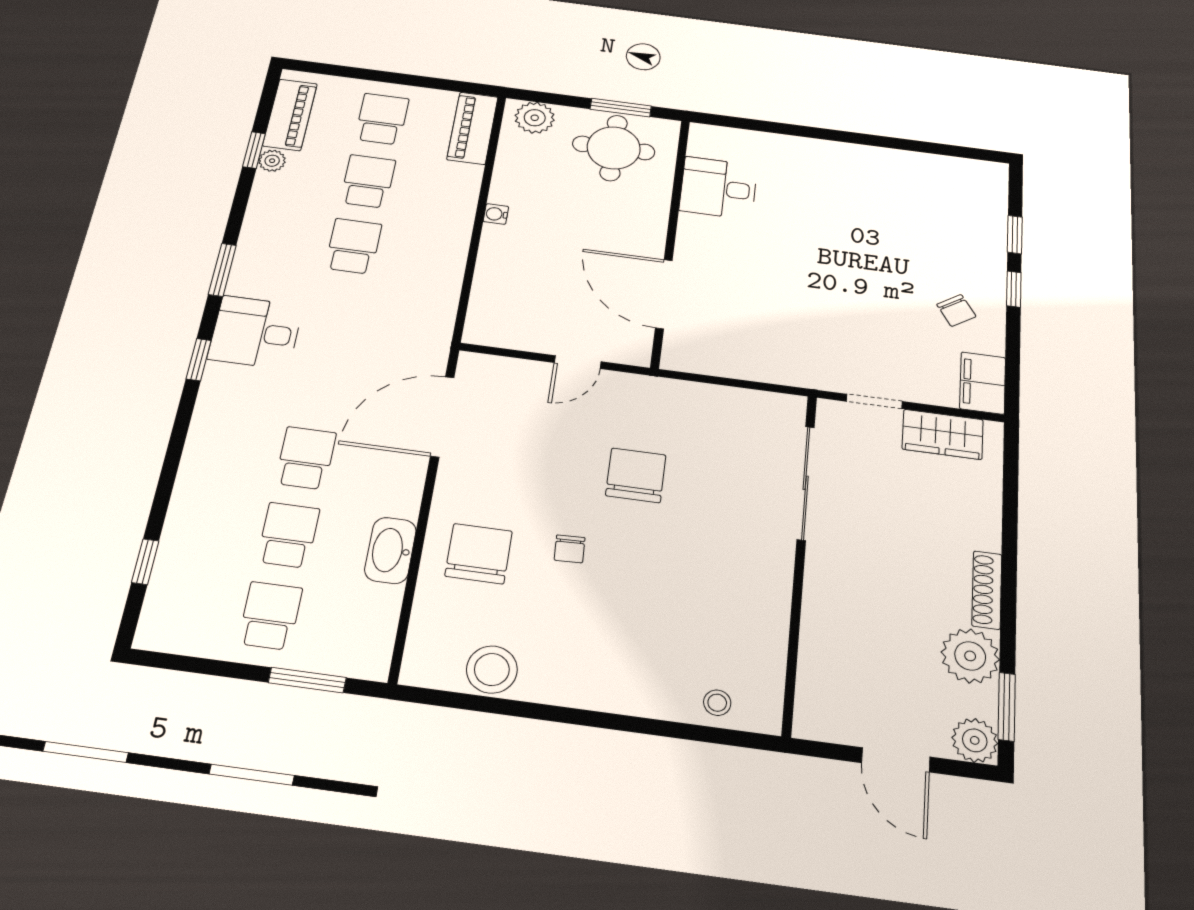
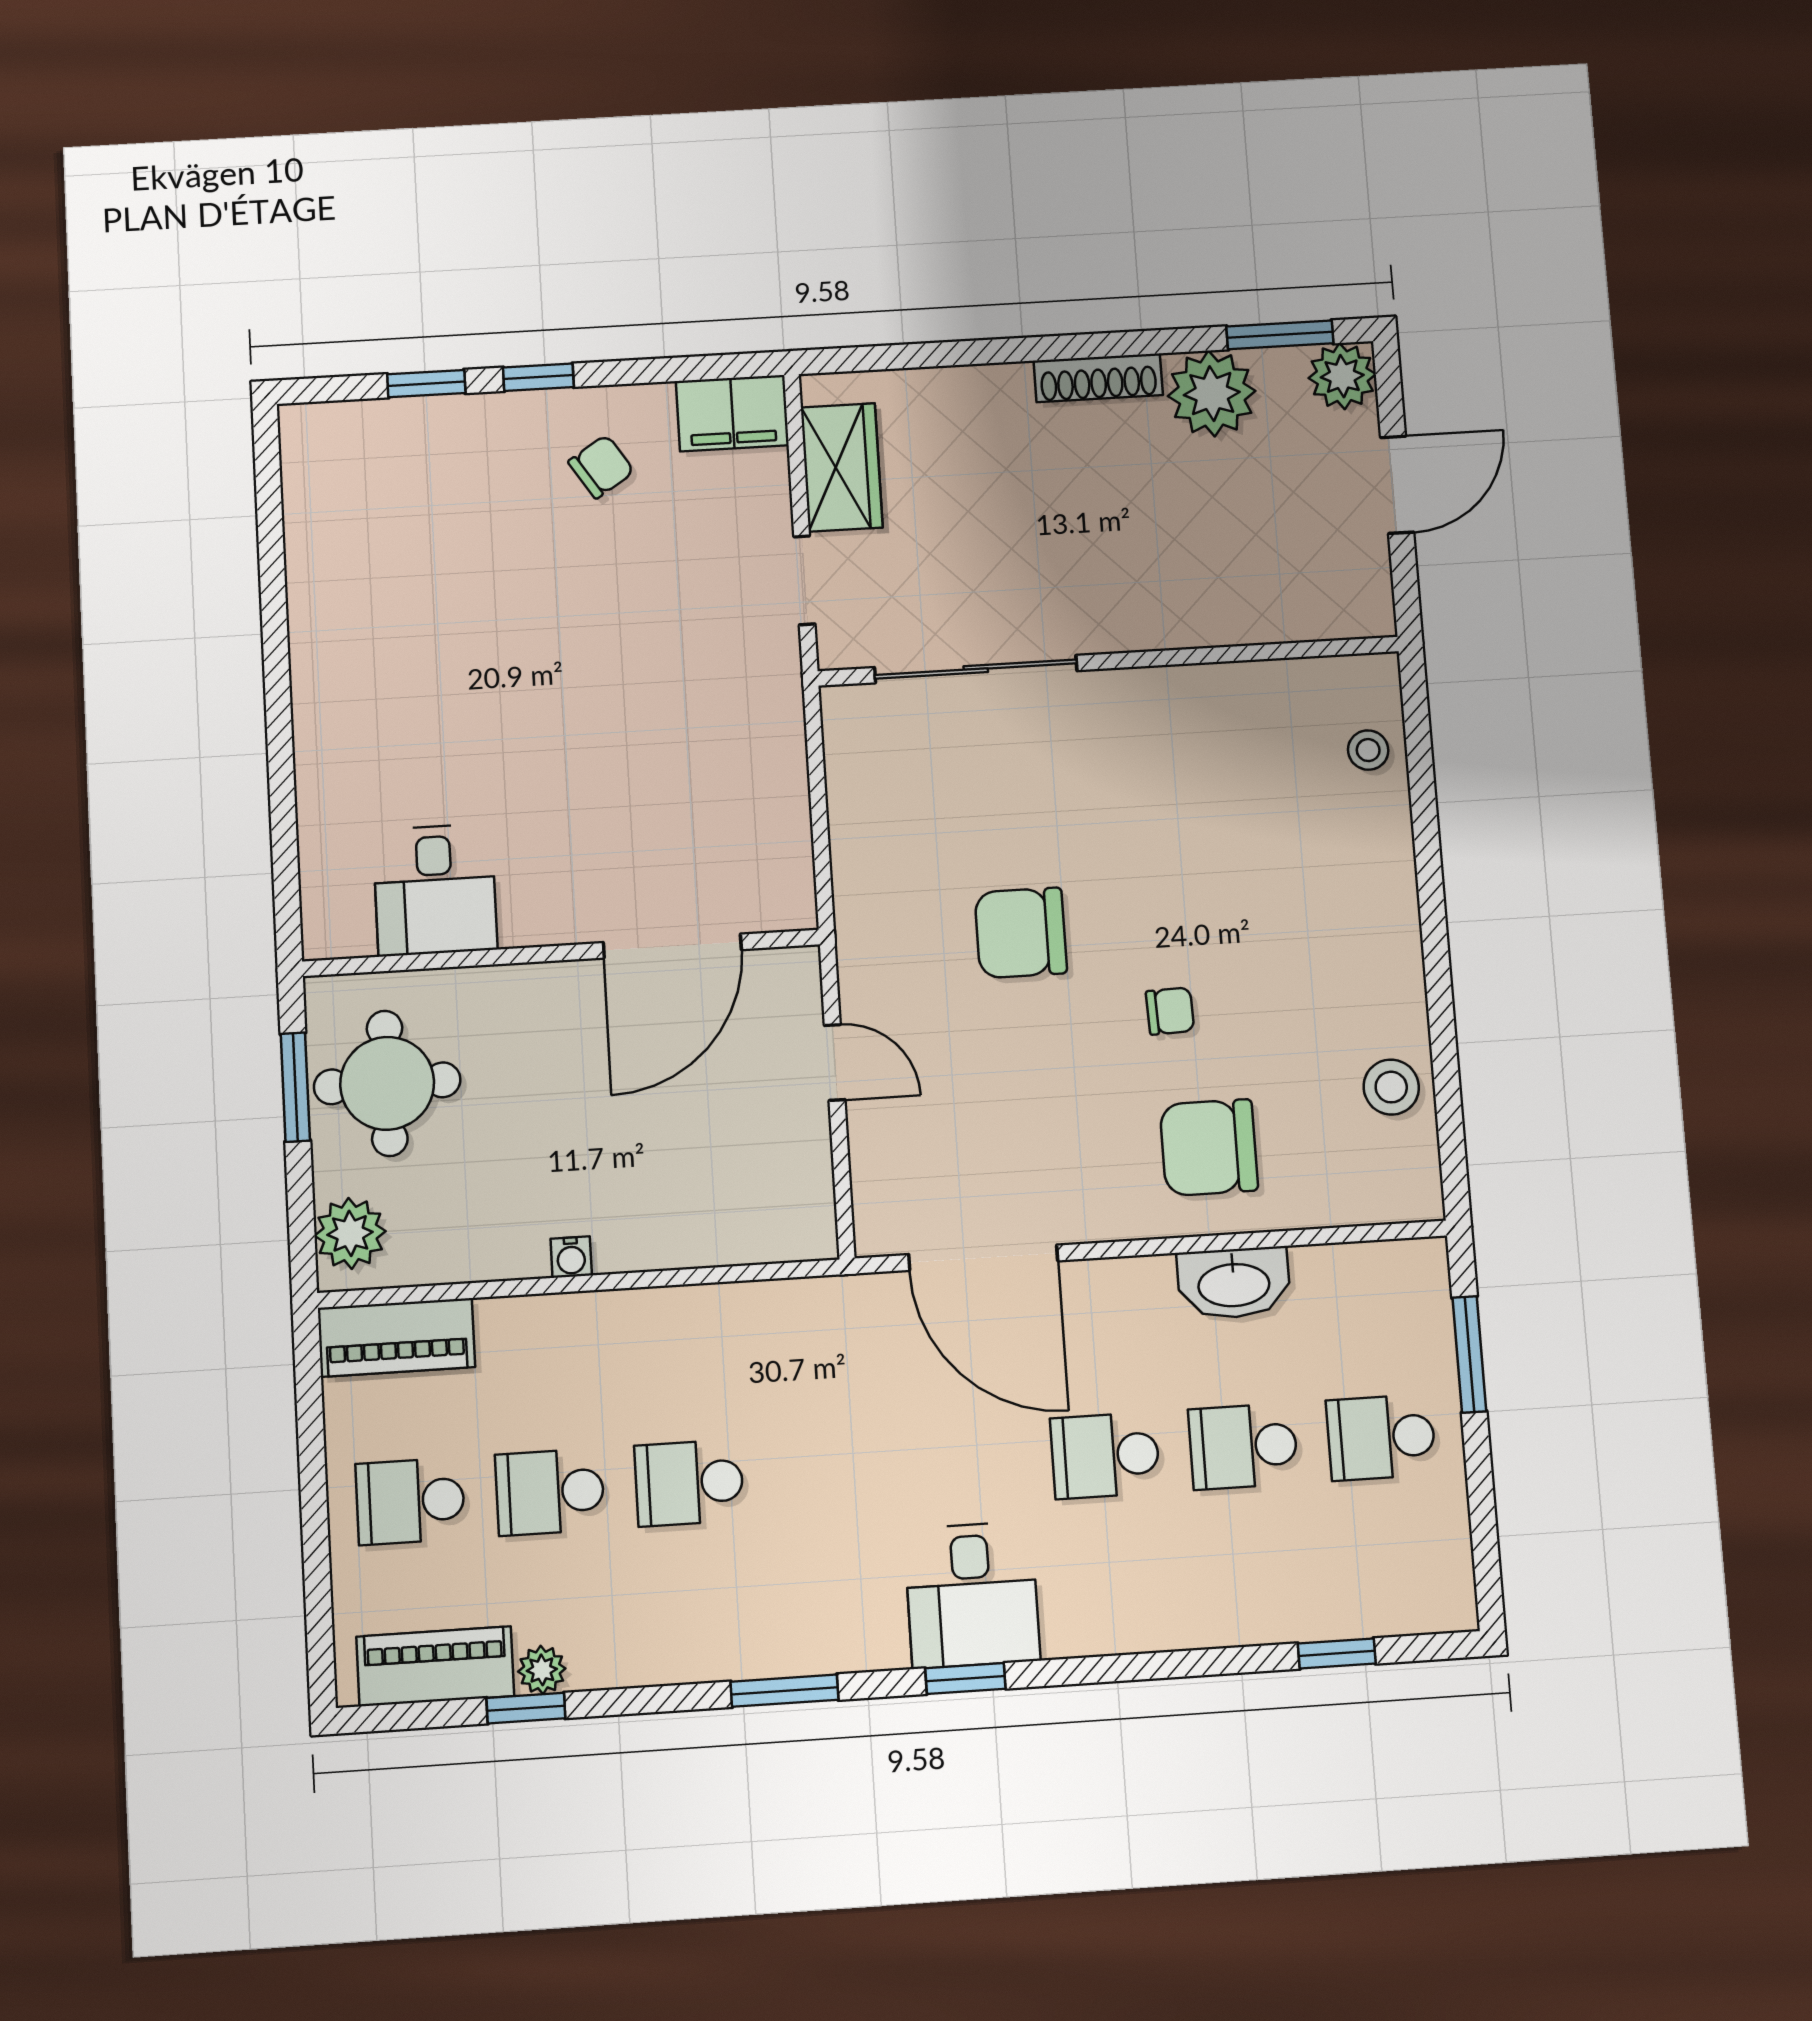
desk: (256, 332) -> (972, 1595), moved
stool: (492, 670) -> (1391, 1087), width x0.73, depth x0.73

